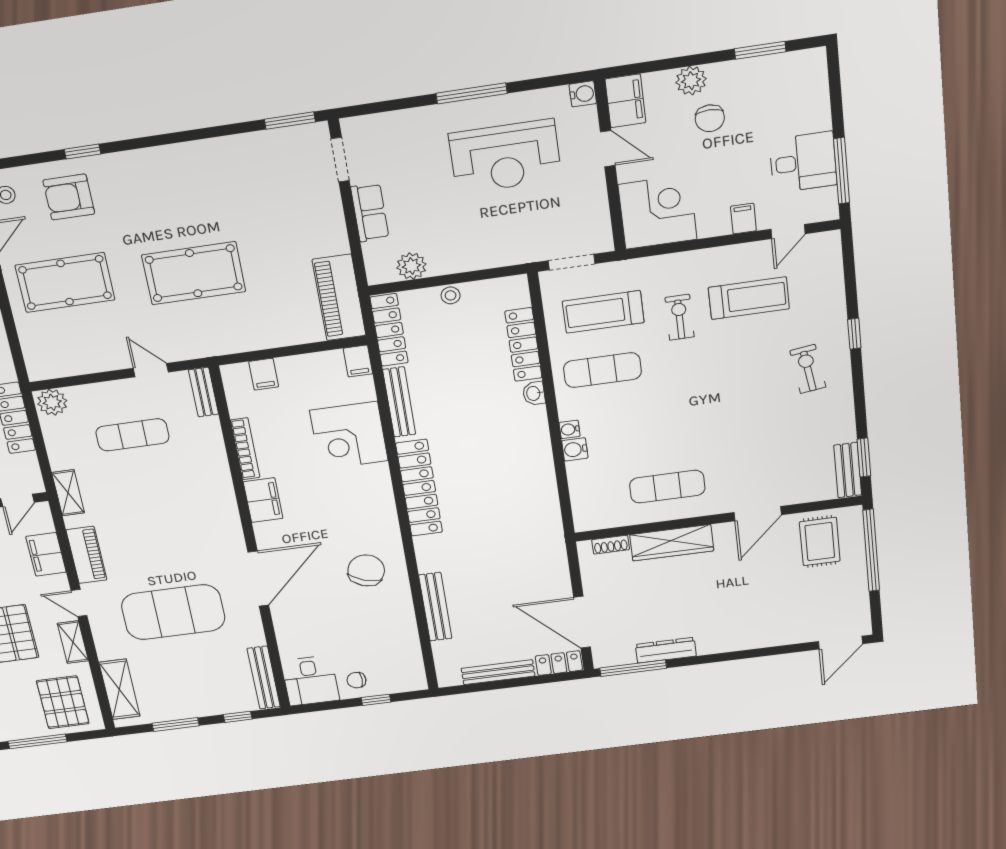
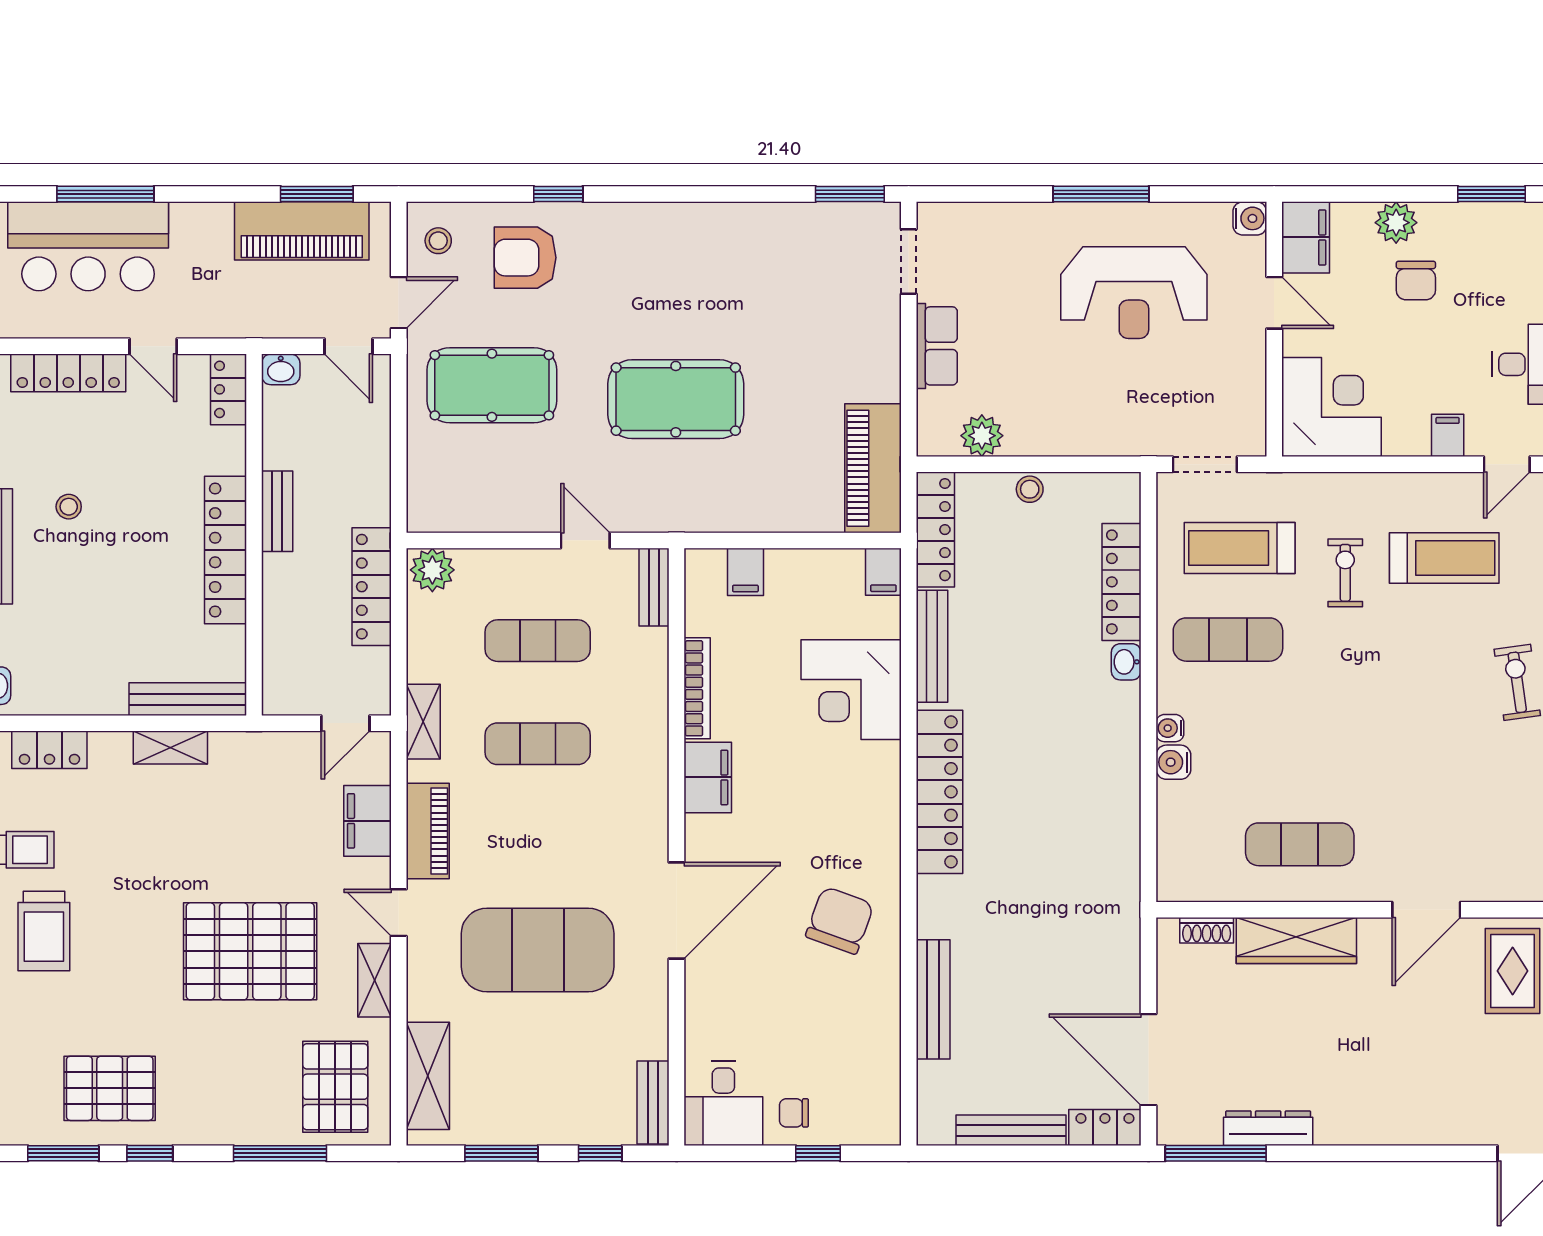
exercise mat: (146, 495) -> (538, 744), added
bench: (264, 678) -> (653, 1103), width x0.73

